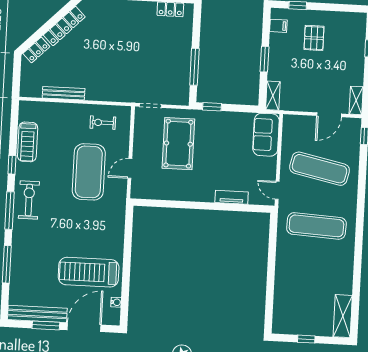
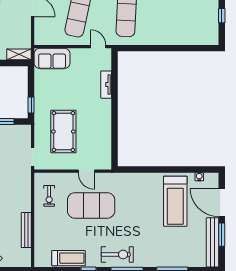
pool table: (178, 144) -> (63, 132), turned 90
door: (277, 190) -> (98, 47), swing flipped
exercise bike: (29, 200) -> (117, 254), turned 180

